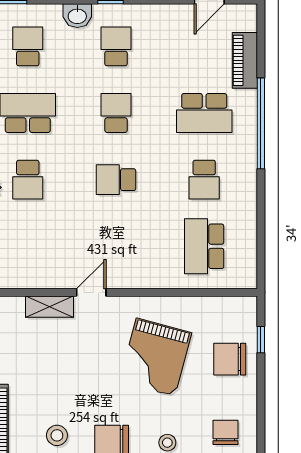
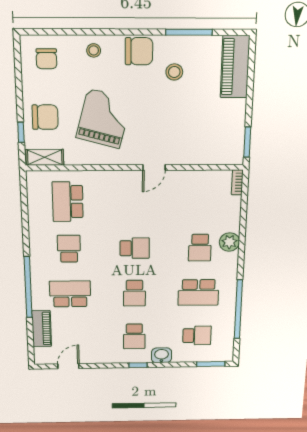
school desk: (28, 46) -> (197, 335), turned -90
school desk: (28, 180) -> (200, 248), turned 180
school desk: (204, 246) -> (68, 202), turned 180
shelving: (49, 307) -> (45, 157), moved
stool: (57, 435) -> (174, 72), moved

